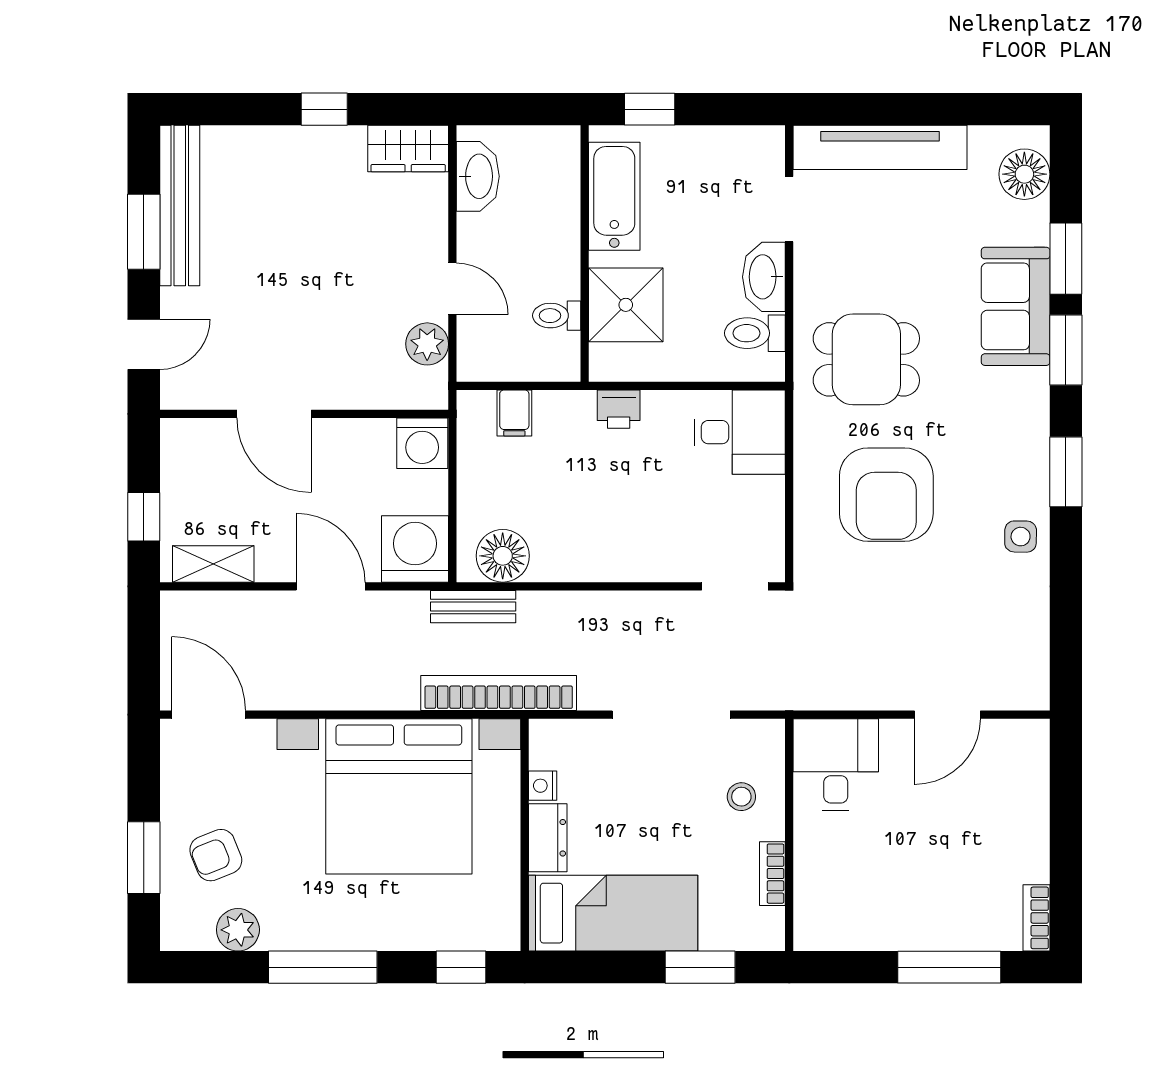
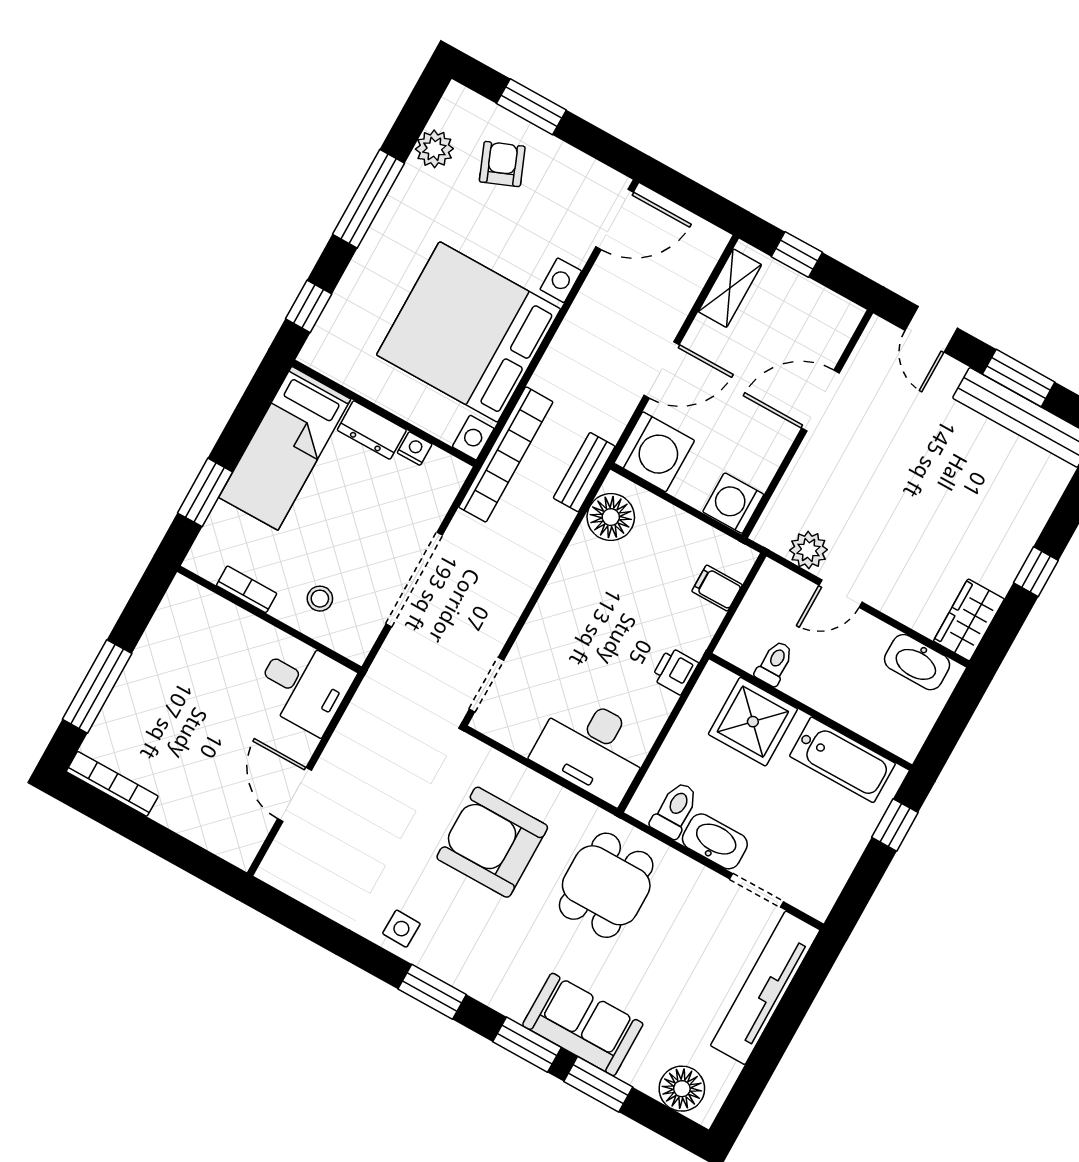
desk: (740, 432) -> (592, 748), width x1.37
bookcase: (1037, 918) -> (112, 784), width x1.56

